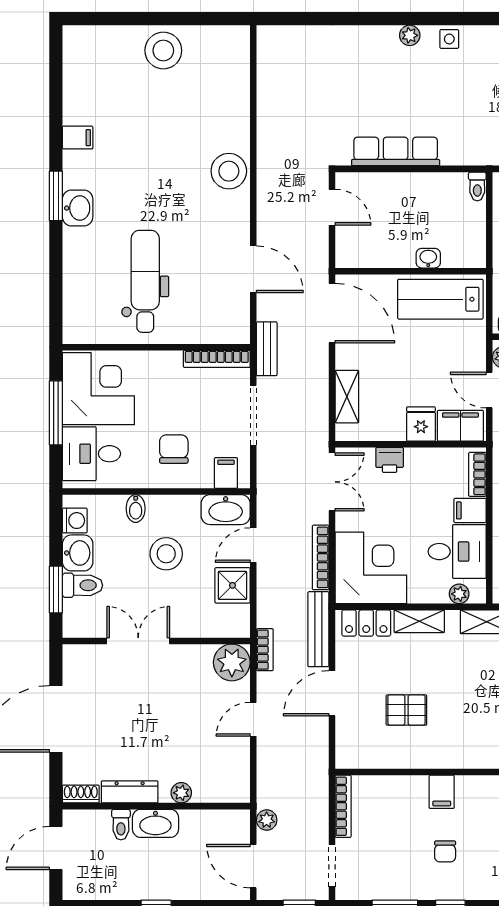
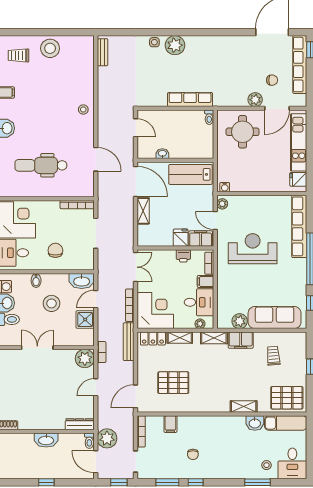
plant: (410, 35) -> (175, 45), width x1.88, depth x1.88
side table: (449, 39) -> (154, 42), moved
trolley: (101, 65) -> (18, 55), added
row of seats: (396, 151) -> (190, 100), moved
stool: (229, 171) -> (83, 109), width x0.53, depth x0.53
washbasin: (428, 258) -> (162, 154), moved
dental chair: (145, 281) -> (41, 165), turned -90
bench: (267, 349) -> (102, 52), moved
shelving: (347, 397) -> (143, 211), moved
printer: (390, 460) -> (183, 256), moved
filing cabinet: (226, 473) -> (82, 262), removed
door: (332, 693) -> (136, 396), moved
pallet: (406, 710) -> (173, 383), width x1.50, depth x1.42
dresser: (130, 792) -> (80, 424), moved
filing cabinet: (442, 792) -> (170, 424), moved
plant: (181, 793) -> (59, 425), removed
plant: (267, 820) -> (107, 438), width x1.87, depth x1.87
toilet: (121, 825) -> (89, 441), moved

